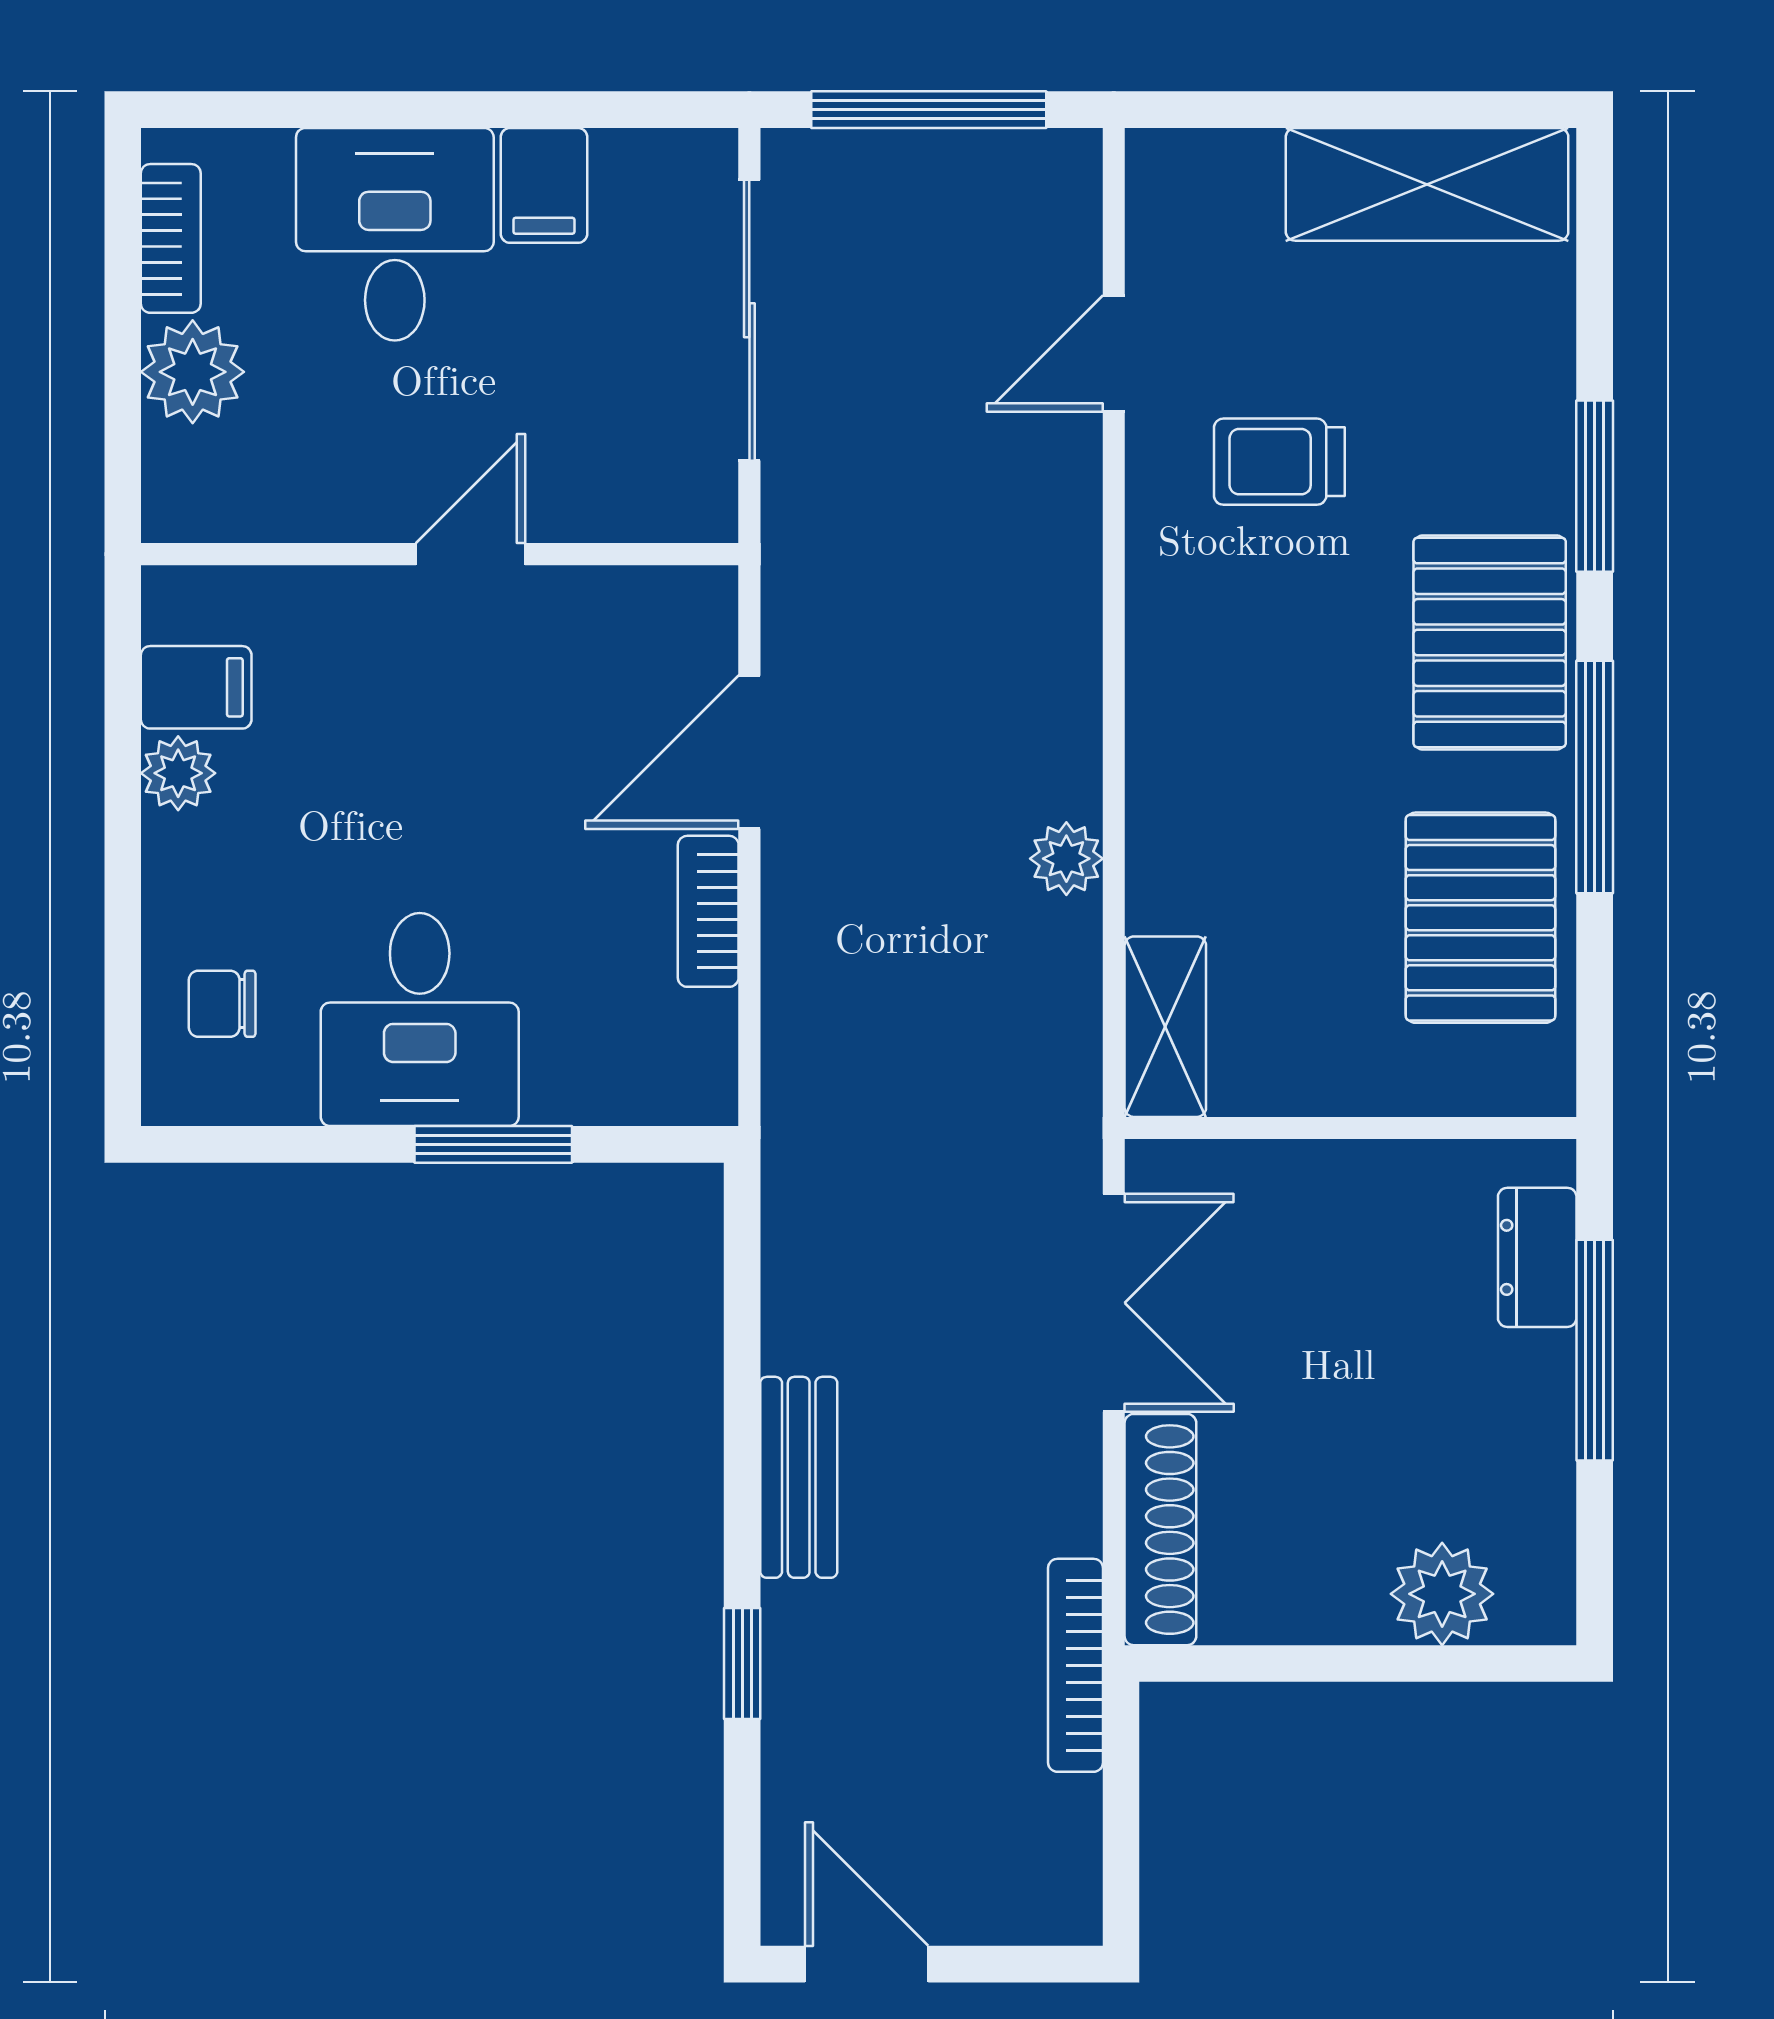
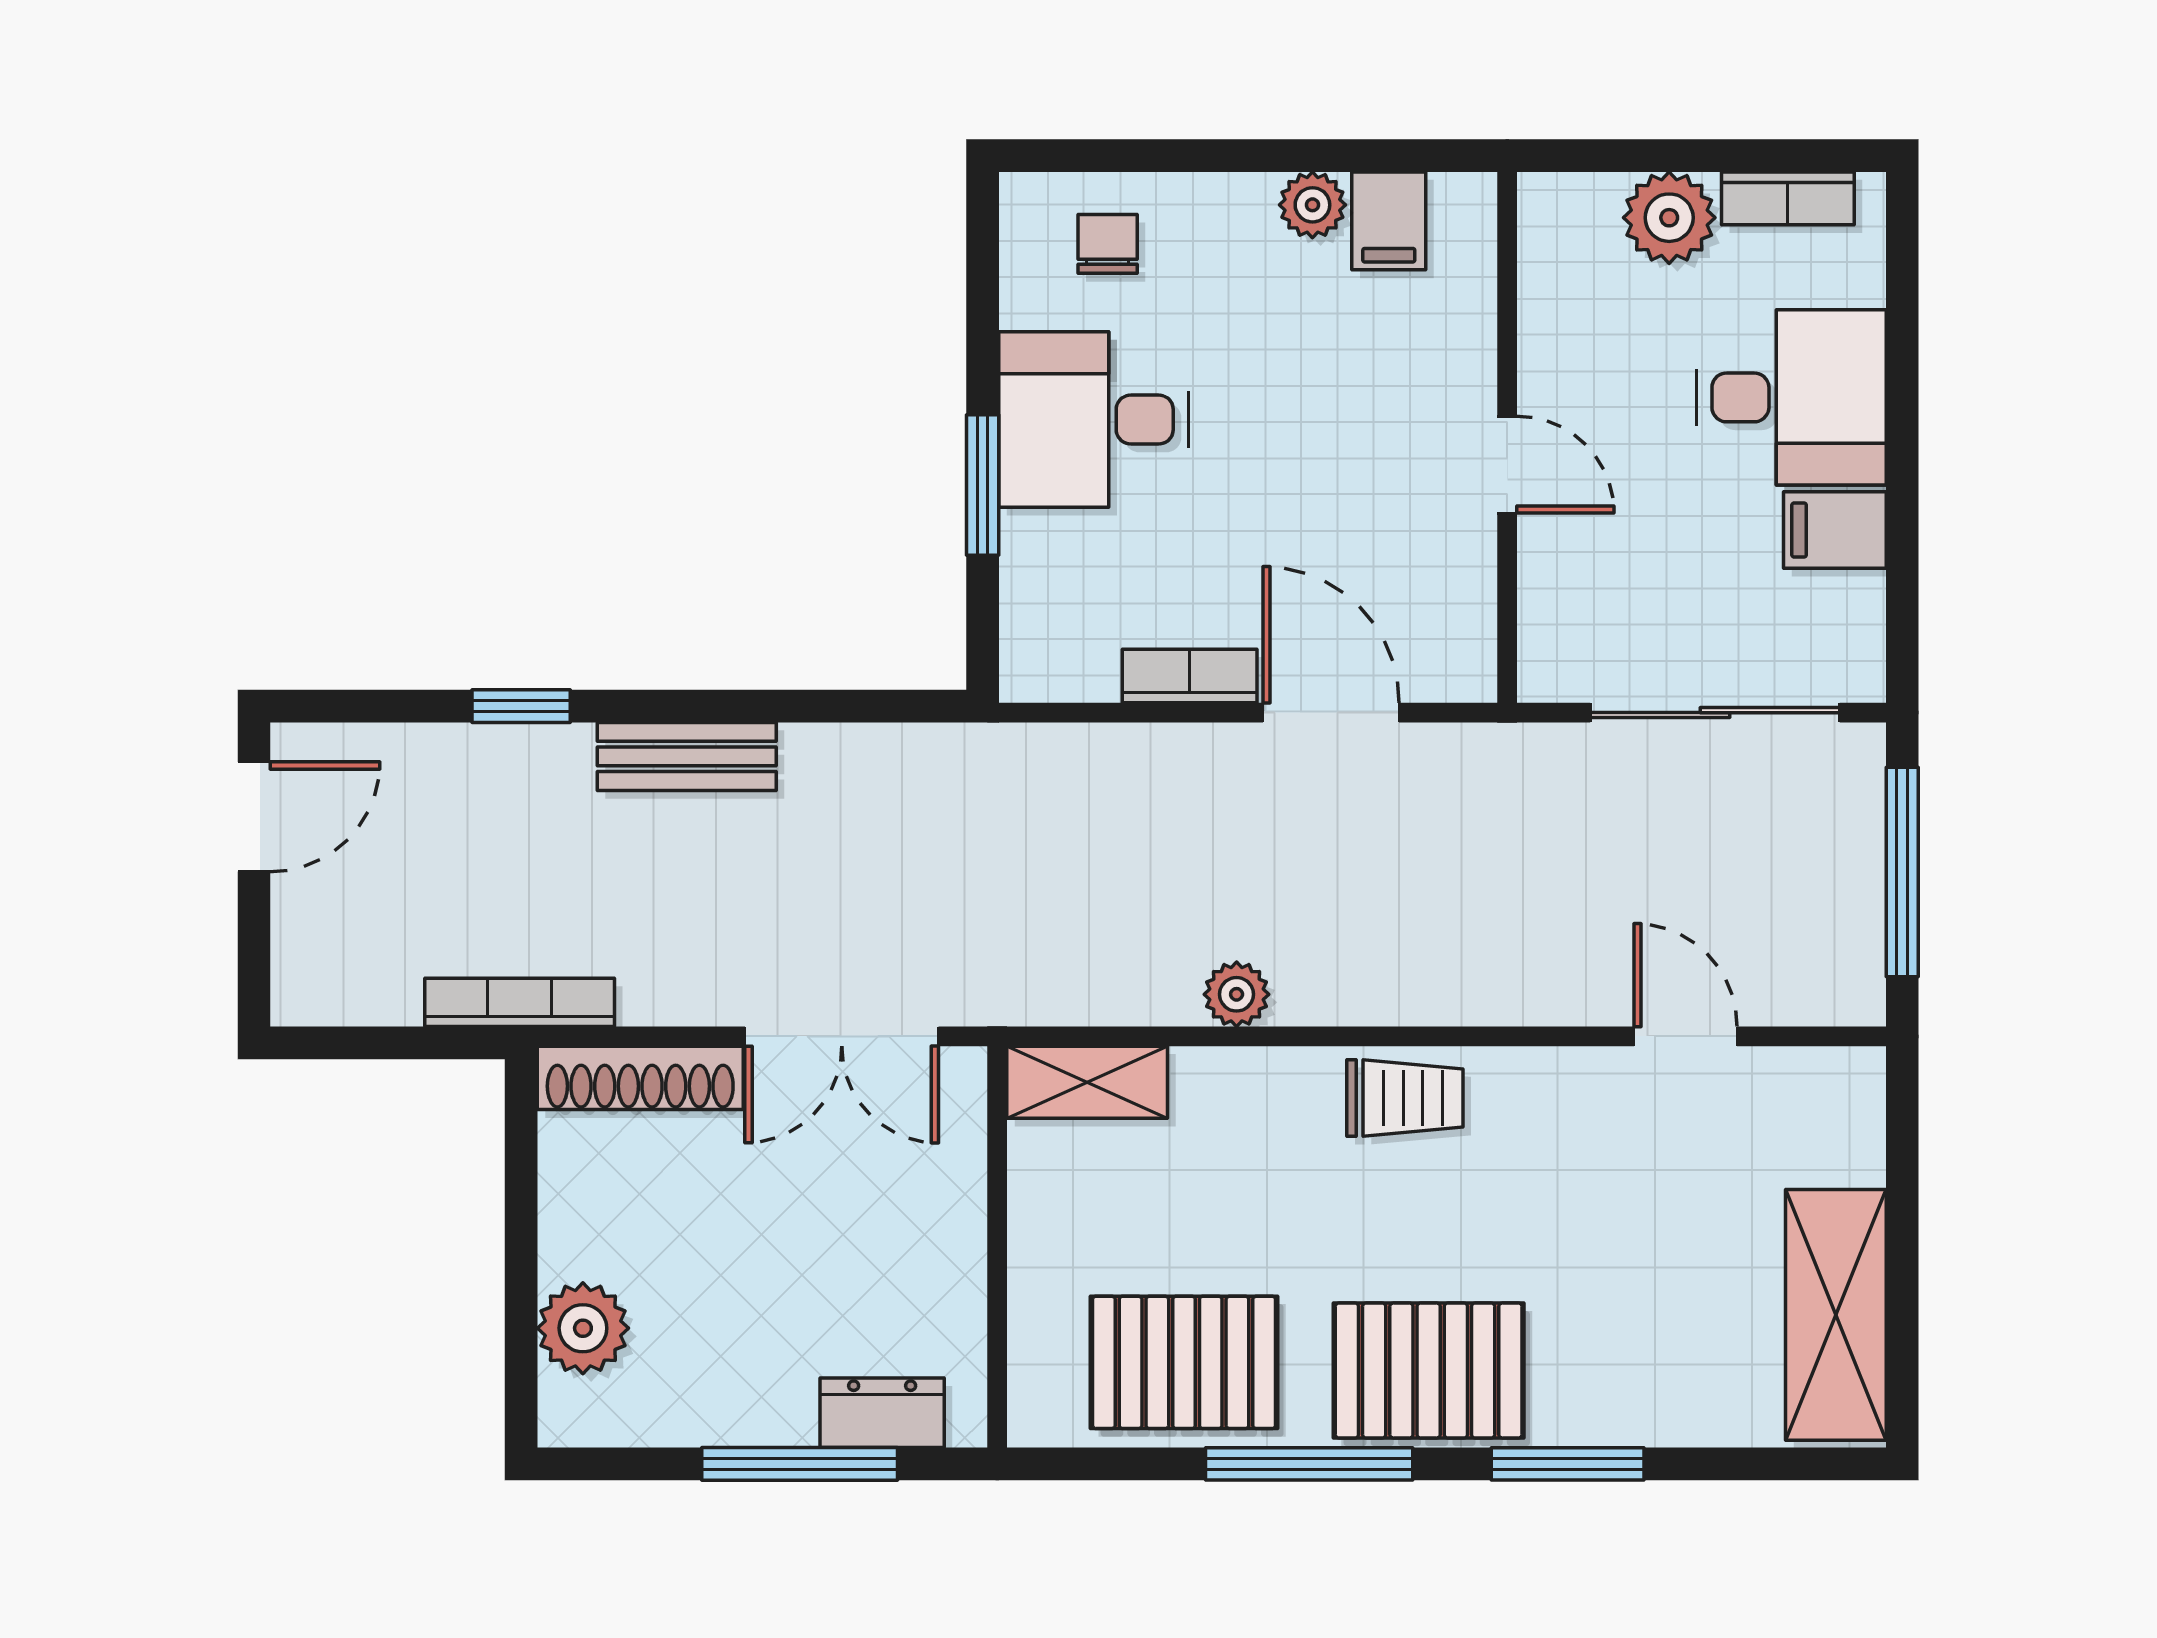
trolley: (1279, 462) -> (1405, 1098), moved, turned 90

